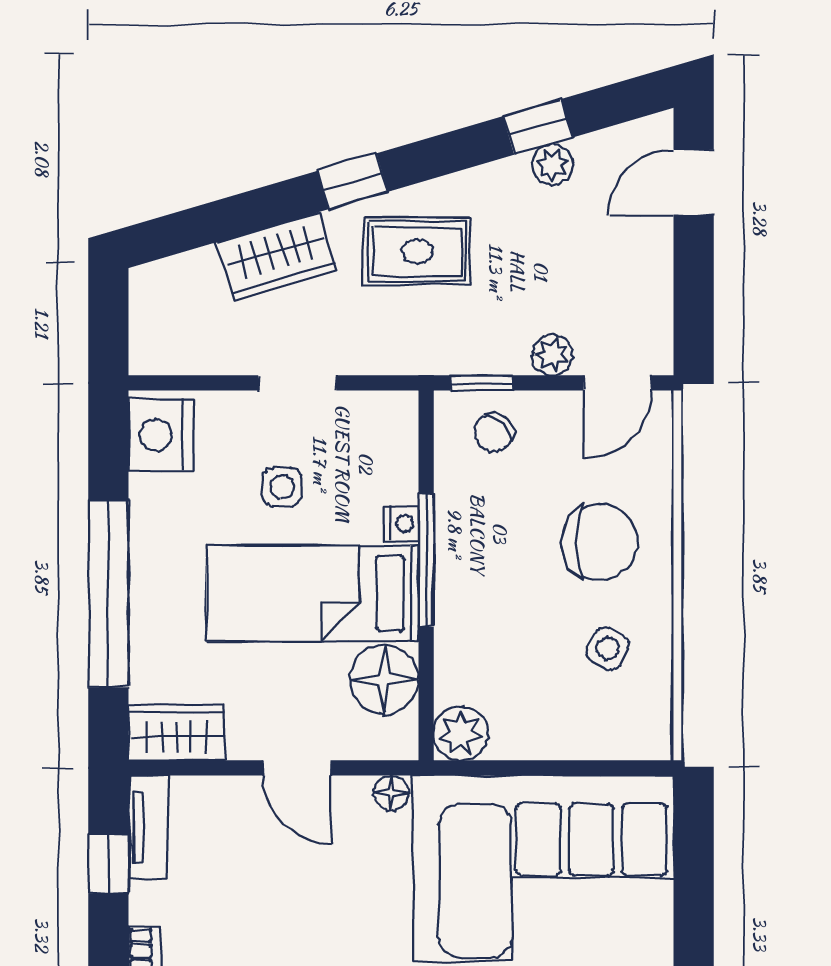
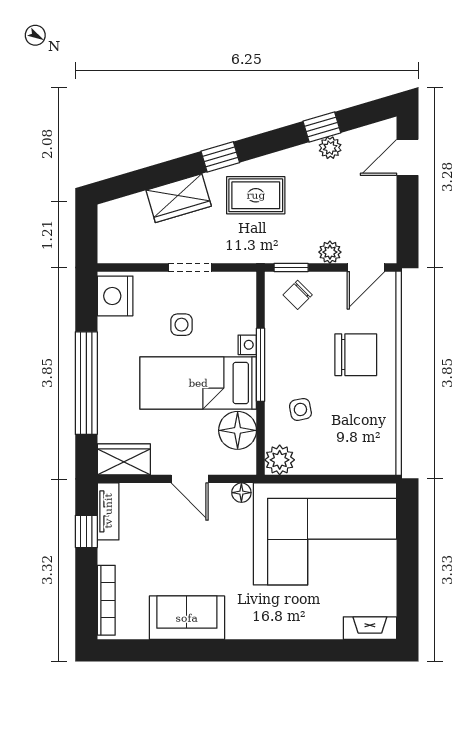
side table: (608, 648) -> (300, 409), moved, turned -38

